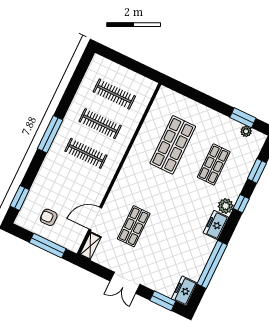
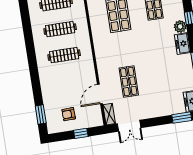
window: (50, 134) -> (32, 59), removed
window: (48, 246) -> (81, 133), width x0.46
double door: (125, 283) -> (129, 126), moved

